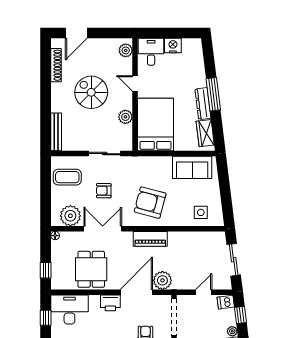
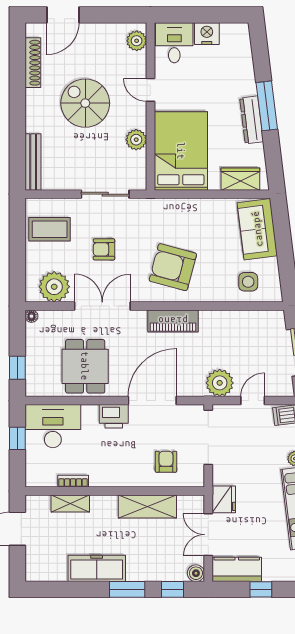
wardrobe: (205, 133) -> (240, 179), moved, turned 97
sofa: (192, 167) -> (257, 229), moved, turned 83
plant: (162, 280) -> (220, 383), moved

